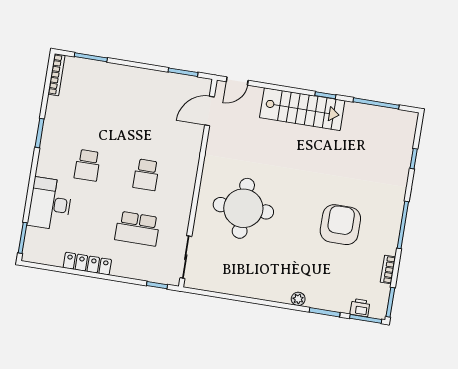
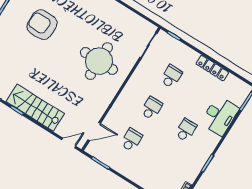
school desk: (155, 121) -> (131, 140), added
armchair: (340, 225) -> (42, 25), turned 90
school desk: (137, 229) -> (171, 77), width x0.54

